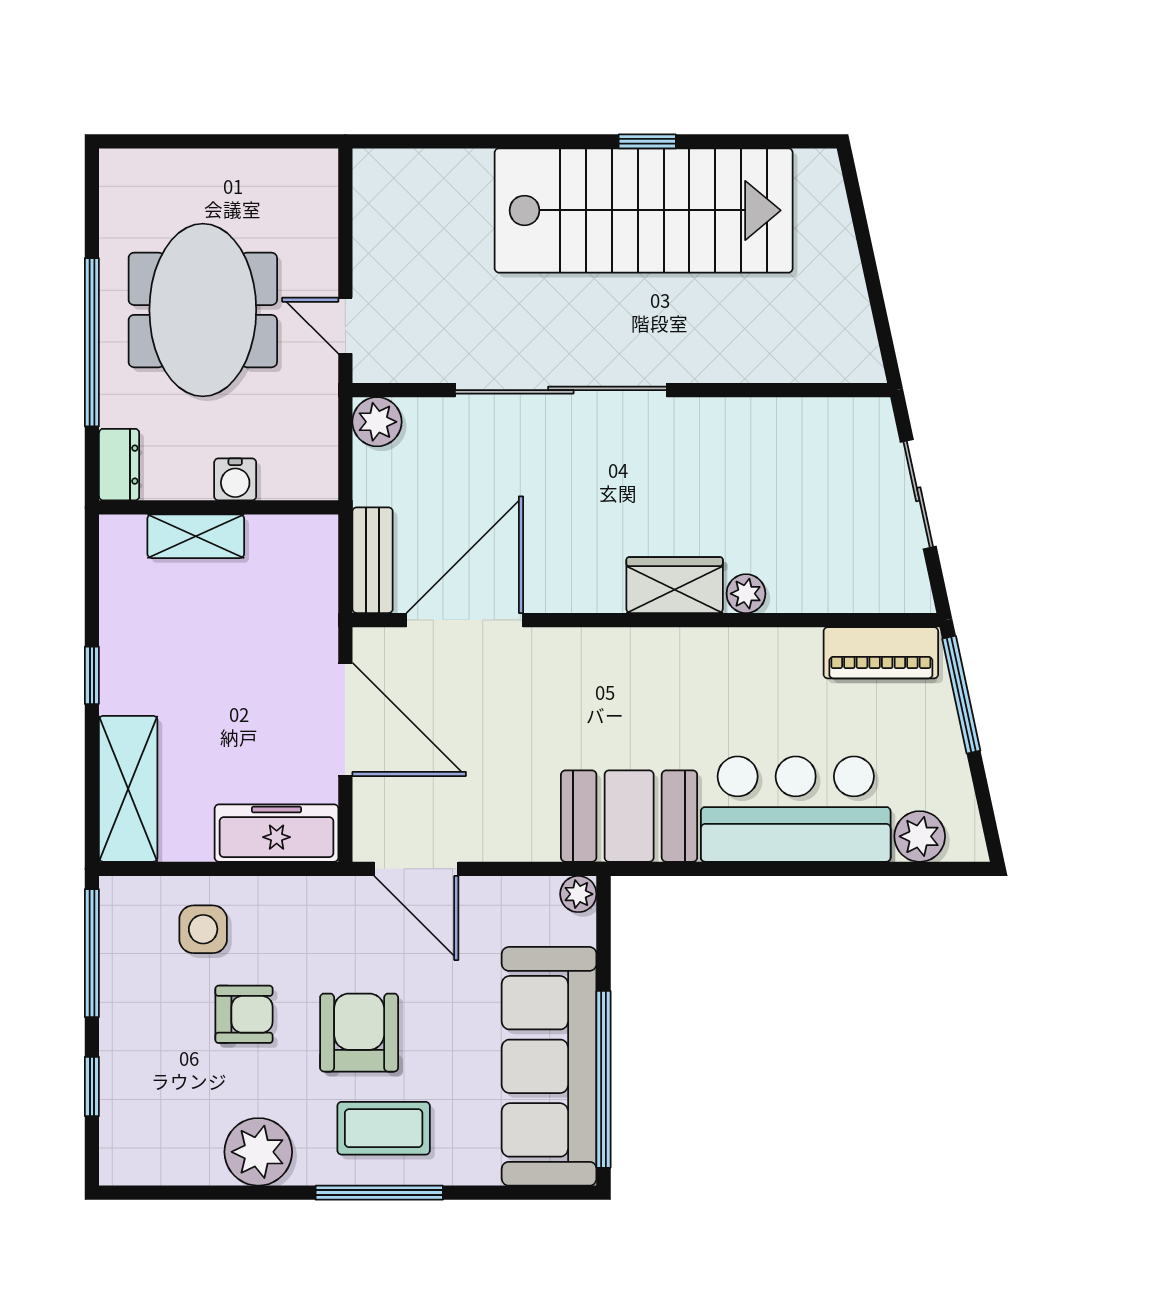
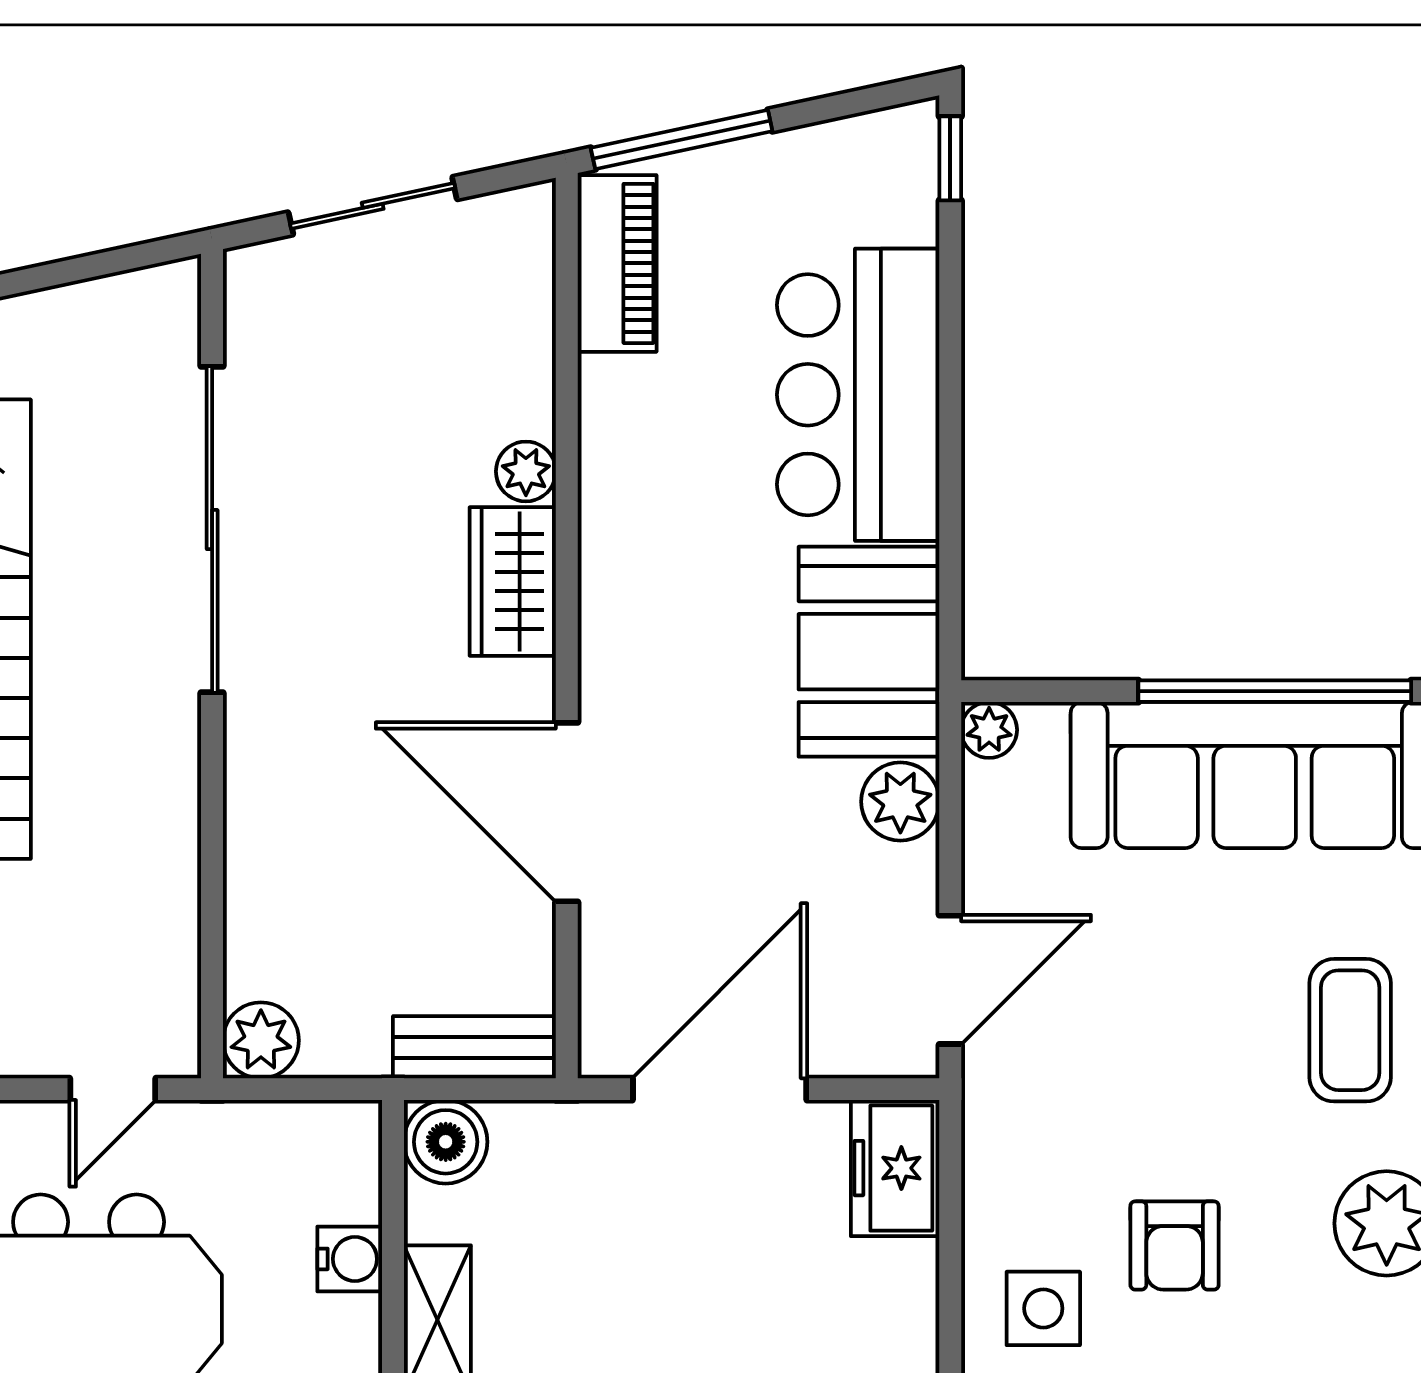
sliding door: (561, 390) -> (212, 530), moved
boiler: (311, 542) -> (446, 1142), added
door: (465, 620) -> (567, 812), moved
freezer: (277, 833) -> (895, 1168), width x0.71
plant: (920, 836) -> (900, 802), moved
window: (949, 869) -> (950, 158), added
armchair: (244, 1014) -> (1175, 1245), turned 180
armchair: (359, 1033) -> (1203, 1068), removed

